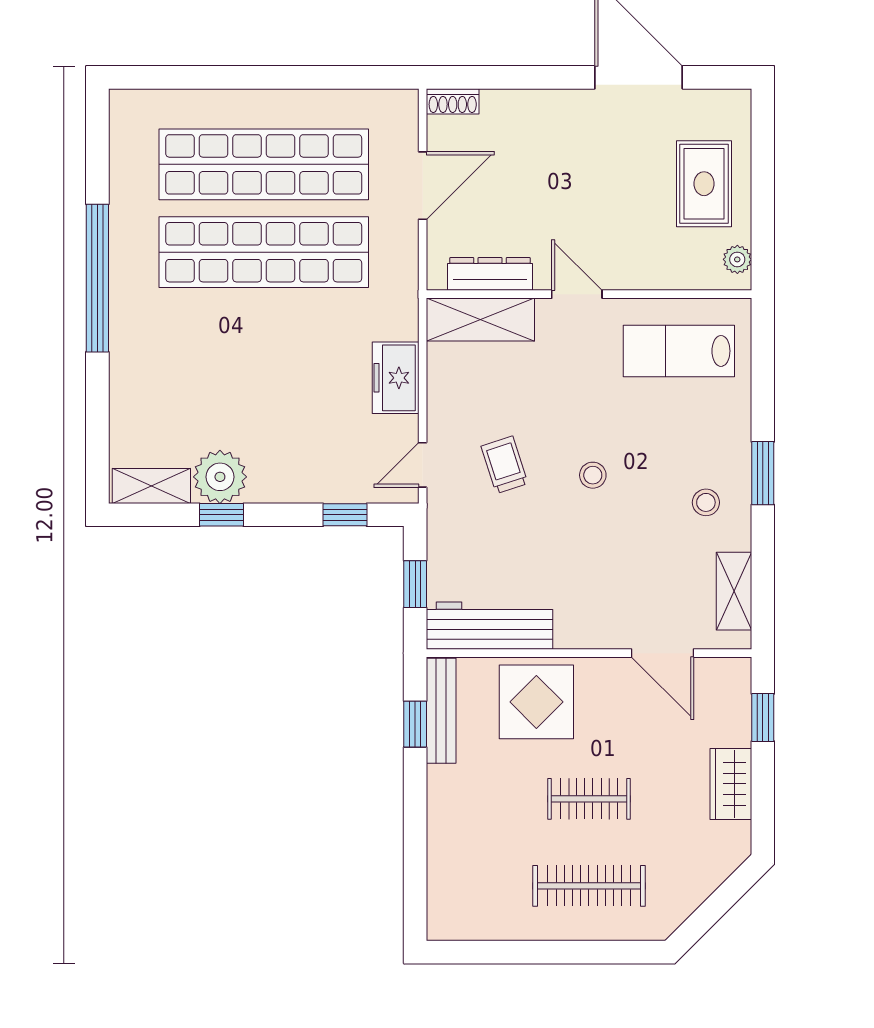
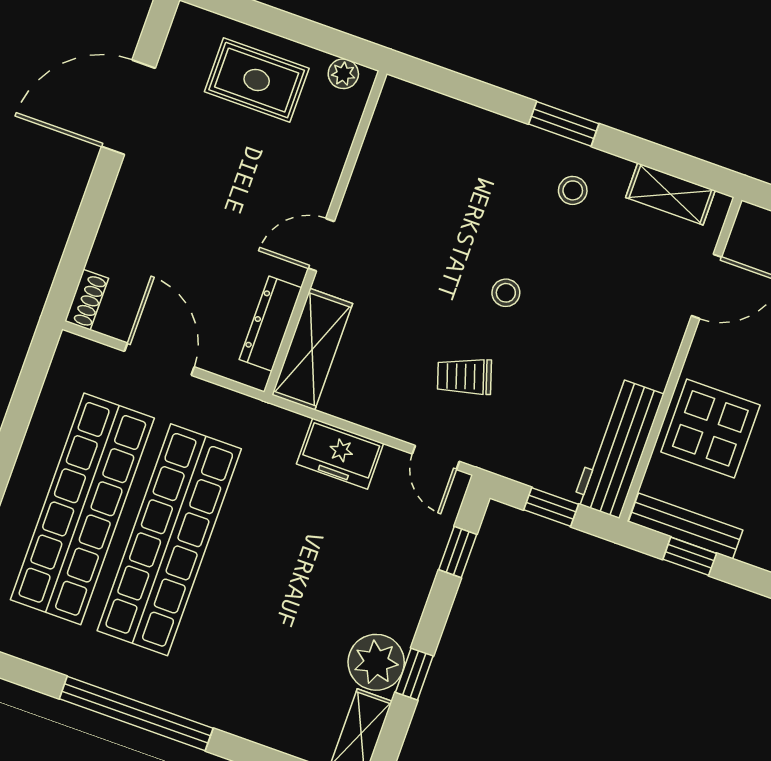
lab bench: (679, 351) -> (413, 164), removed

